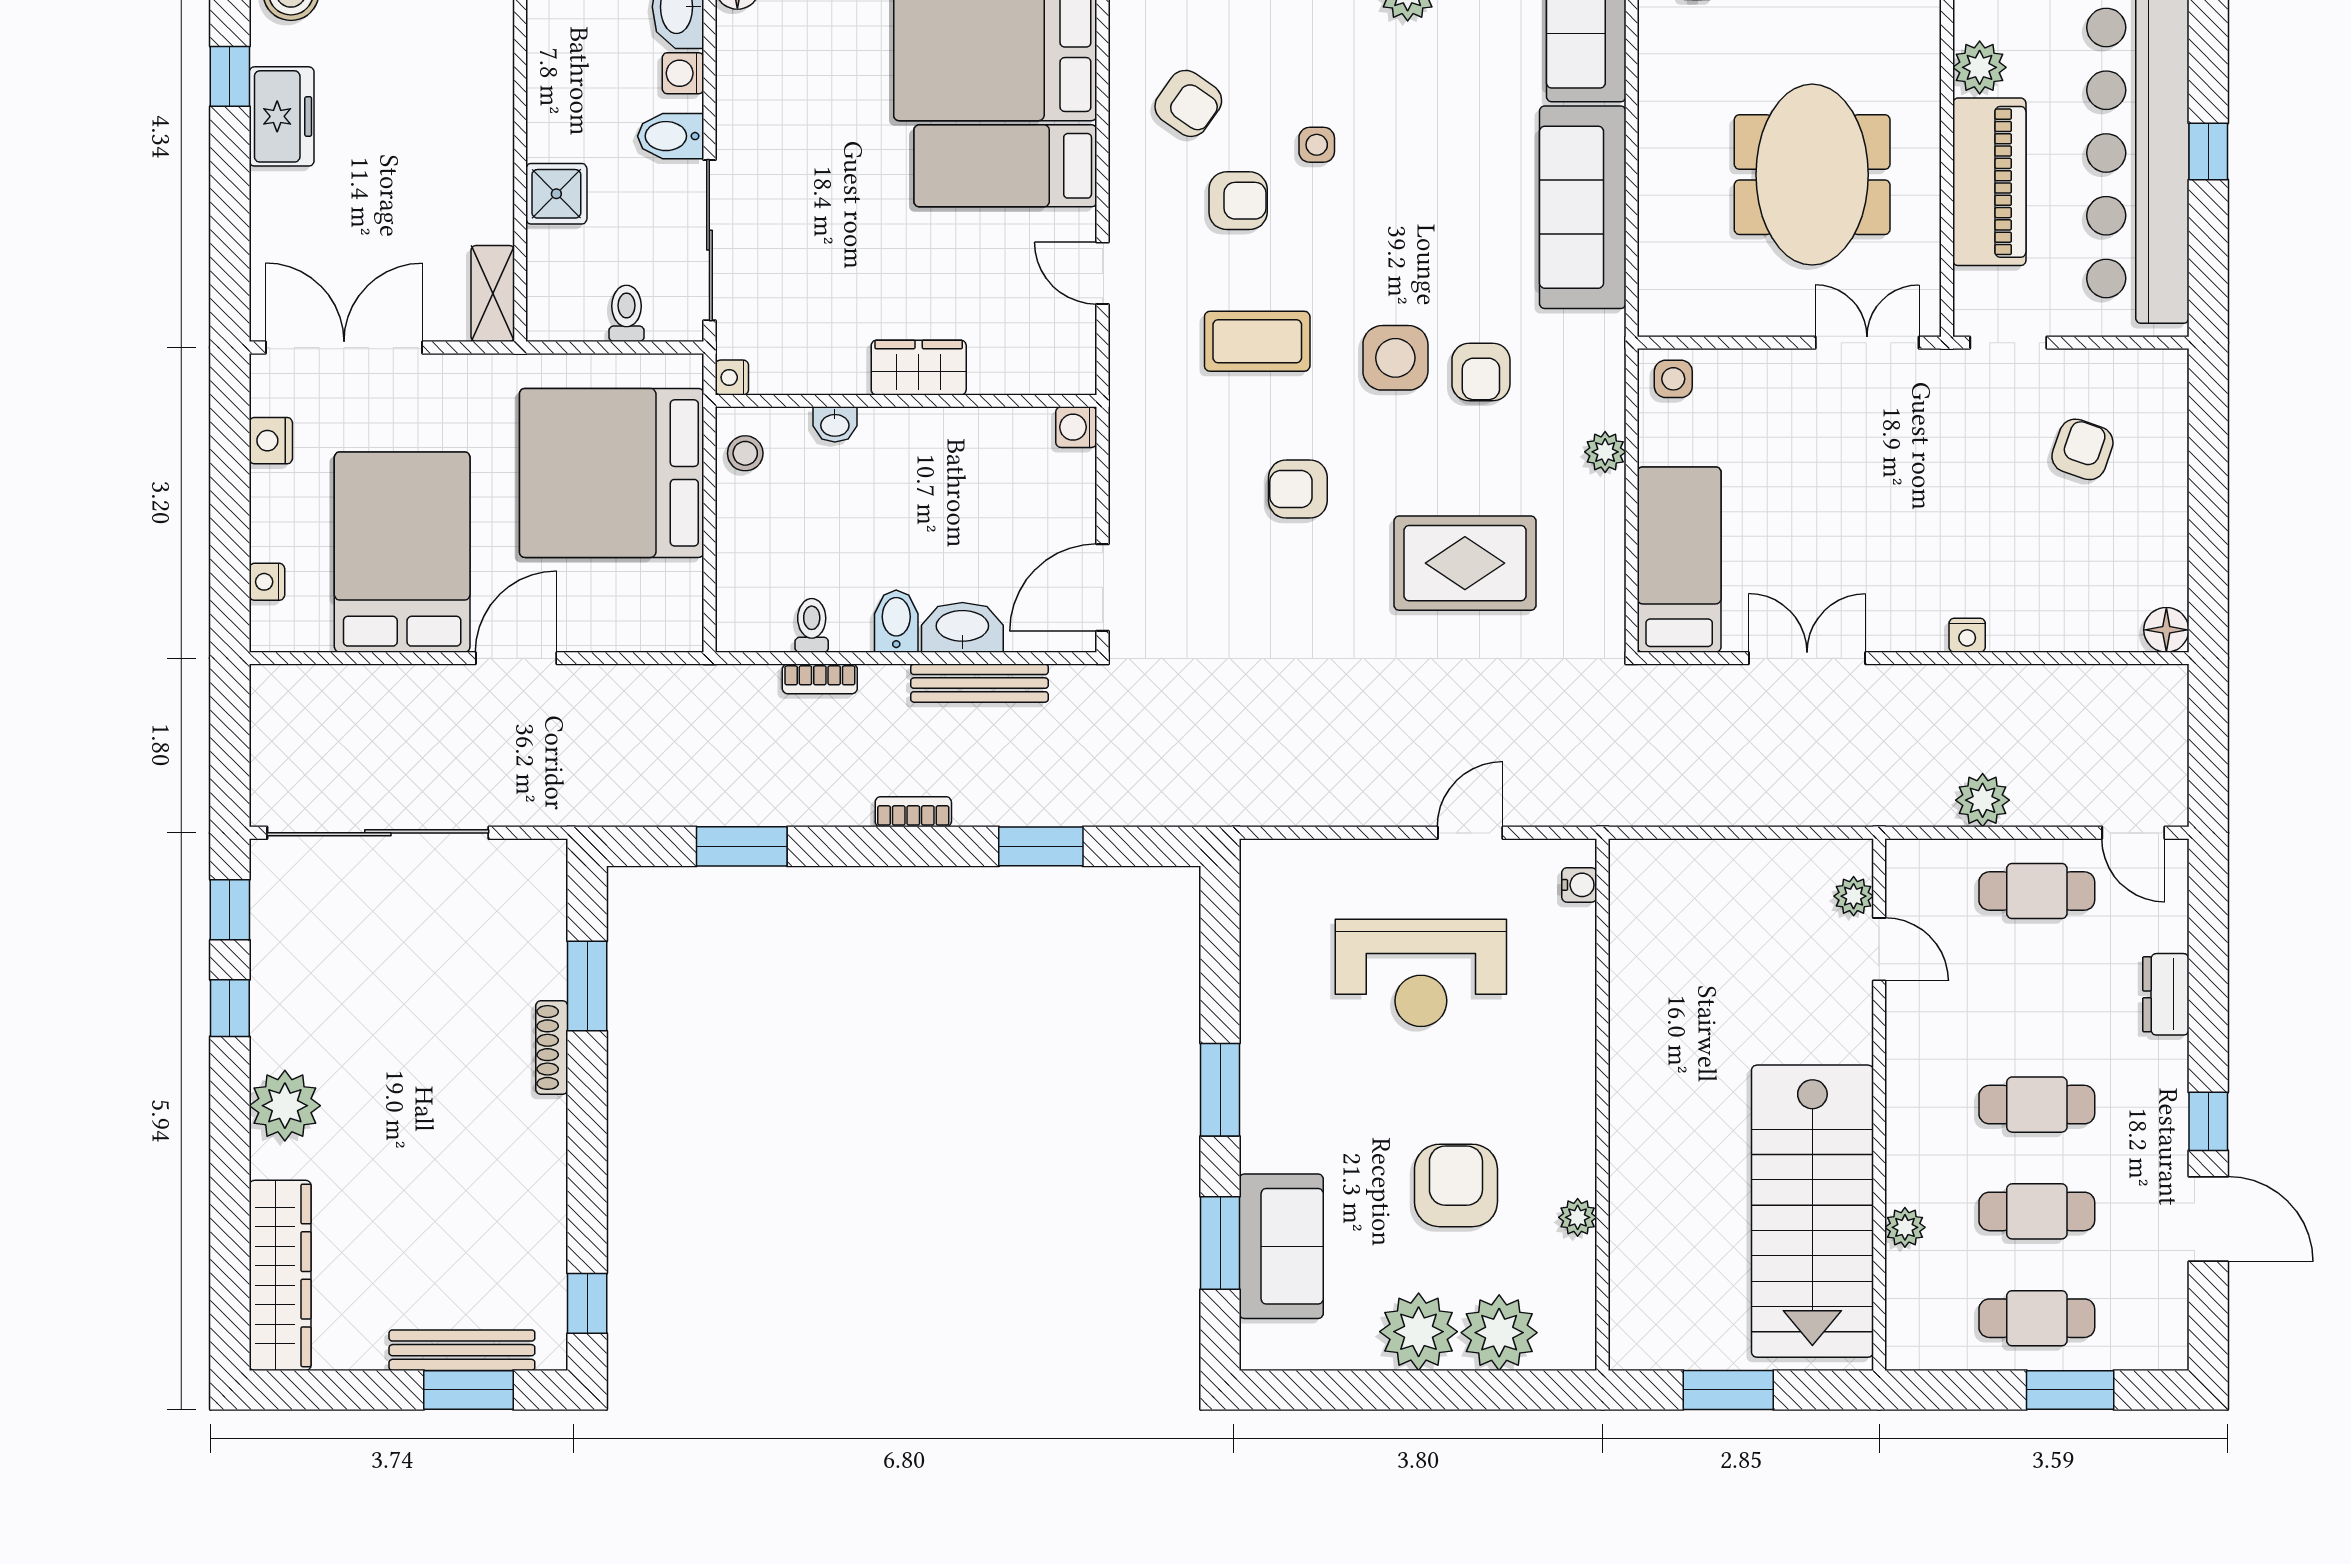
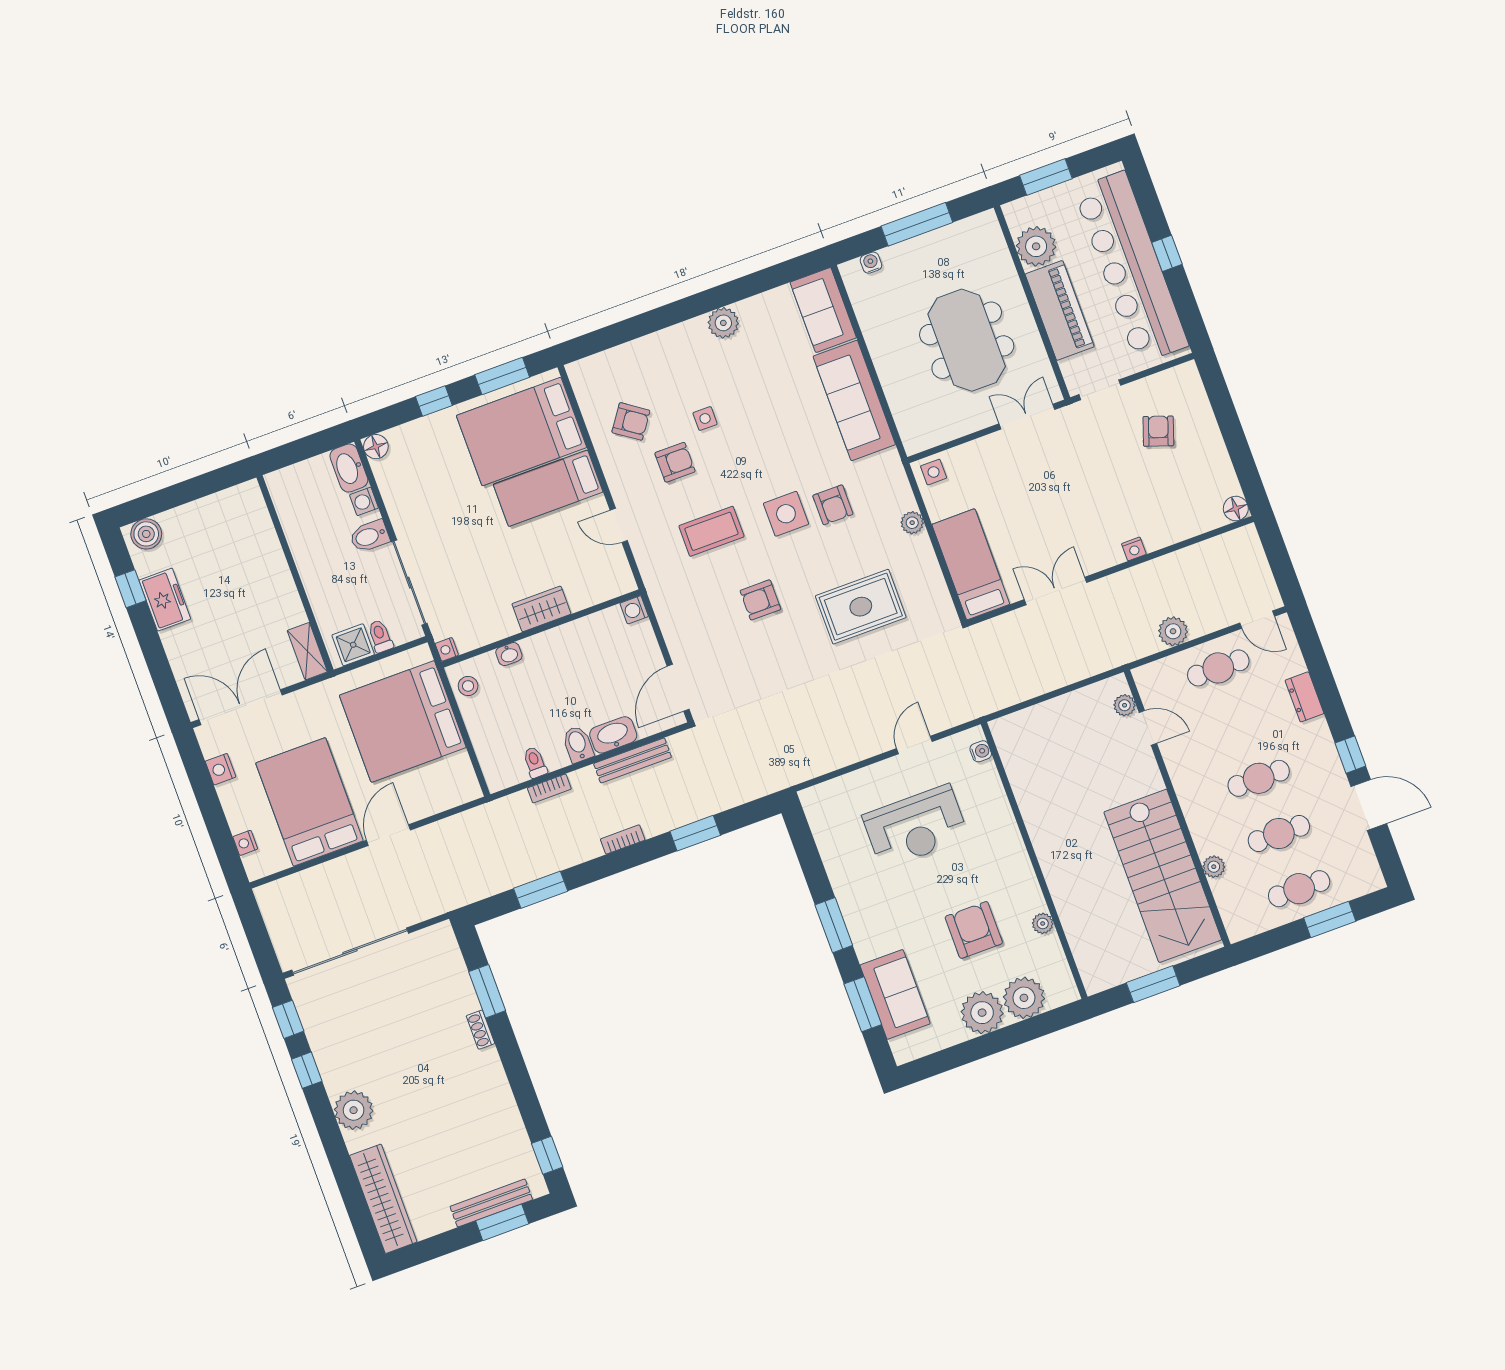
plant: (1980, 67) -> (1036, 246), width x1.36, depth x1.36
shower: (556, 194) -> (353, 645), moved
shoe rack: (552, 1047) -> (480, 1030), width x0.70

